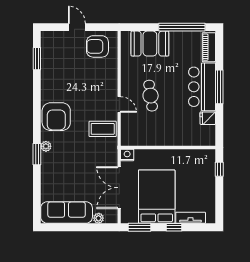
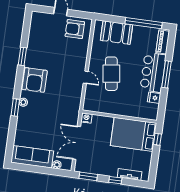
window: (37, 59) -> (22, 56), moved
cafe table: (151, 96) -> (111, 74), width x1.37, depth x1.35
coffee table: (103, 129) -> (70, 95), removed
bed: (157, 197) -> (134, 134), moved, turned -90

